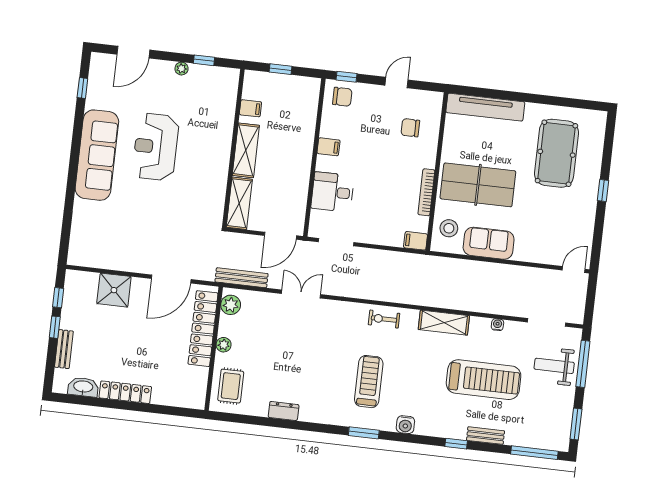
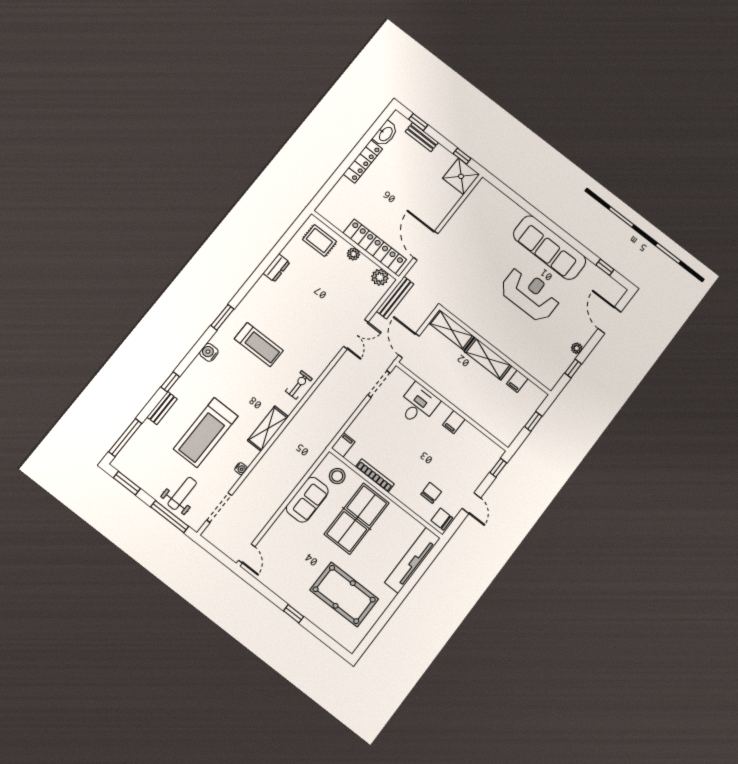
chair: (342, 97) -> (442, 519), moved, turned 90
shower: (114, 290) -> (461, 176), moved
window: (55, 327) -> (418, 122), moved

